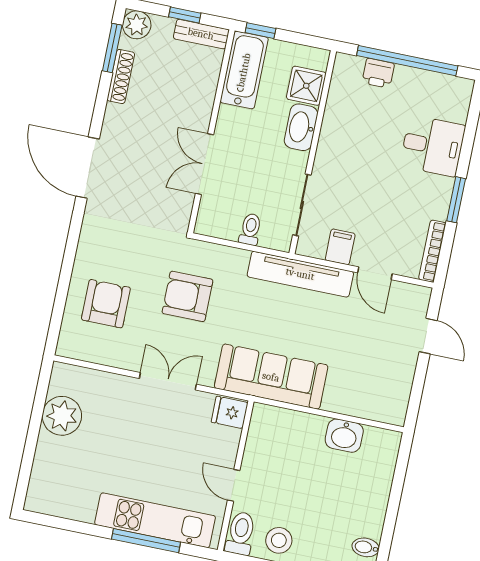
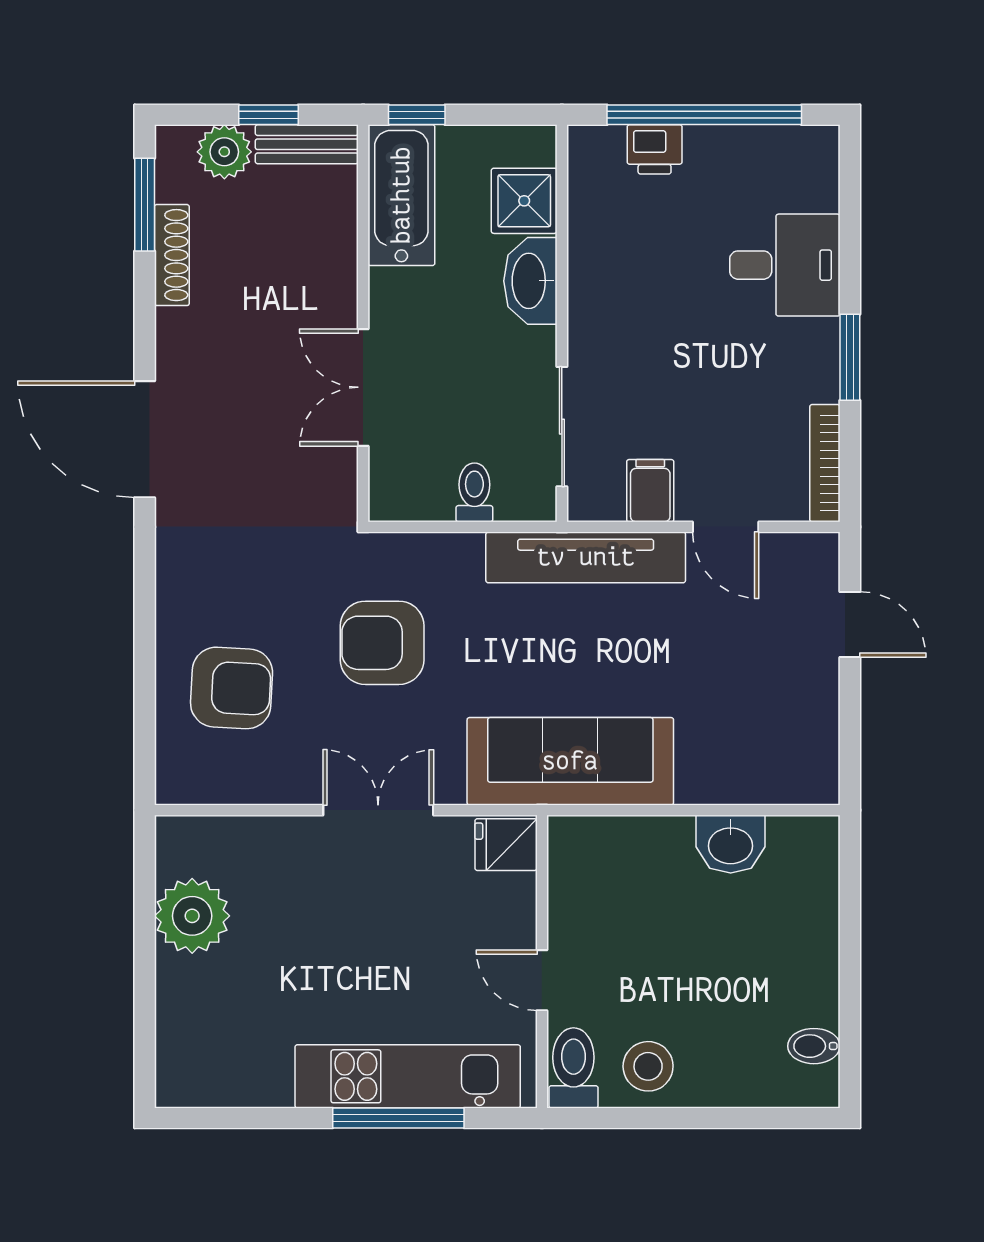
plant: (137, 25) -> (224, 152), moved
armchair: (106, 304) -> (232, 688), turned 93

